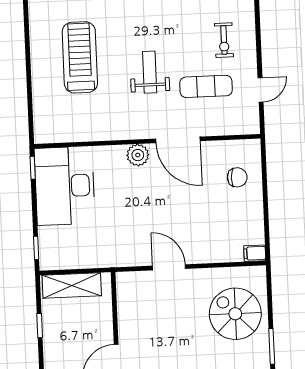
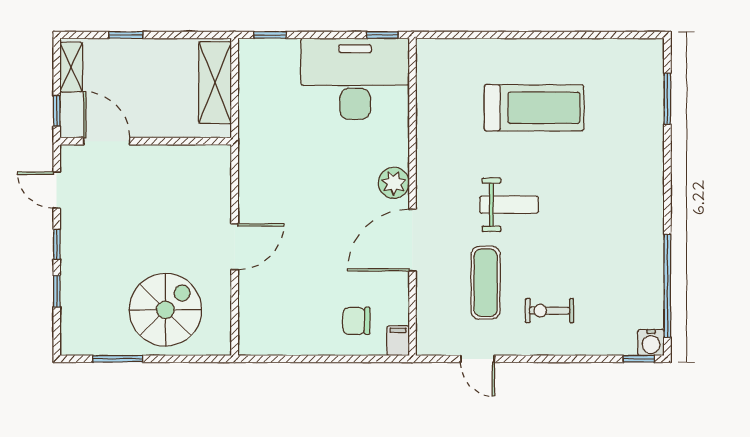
chair: (237, 177) -> (356, 321), turned 89
filing cabinet: (255, 253) -> (398, 341), moved
door: (169, 267) -> (235, 247), moved
window: (40, 325) -> (126, 35), moved

